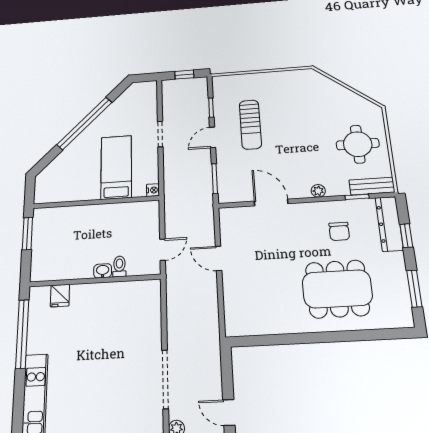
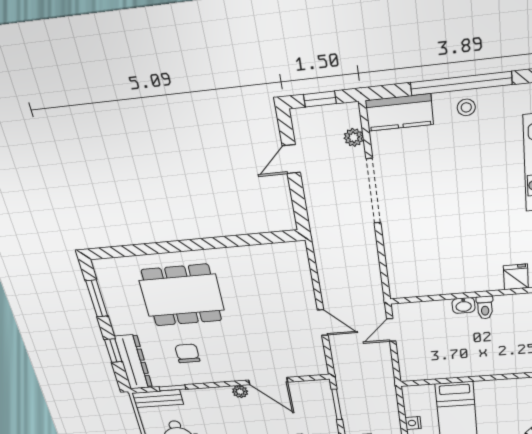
nightstand: (153, 190) -> (413, 423), moved
plant: (318, 191) -> (240, 392), moved
toilet: (119, 266) -> (485, 308), moved
door: (229, 413) -> (291, 159), swing flipped

